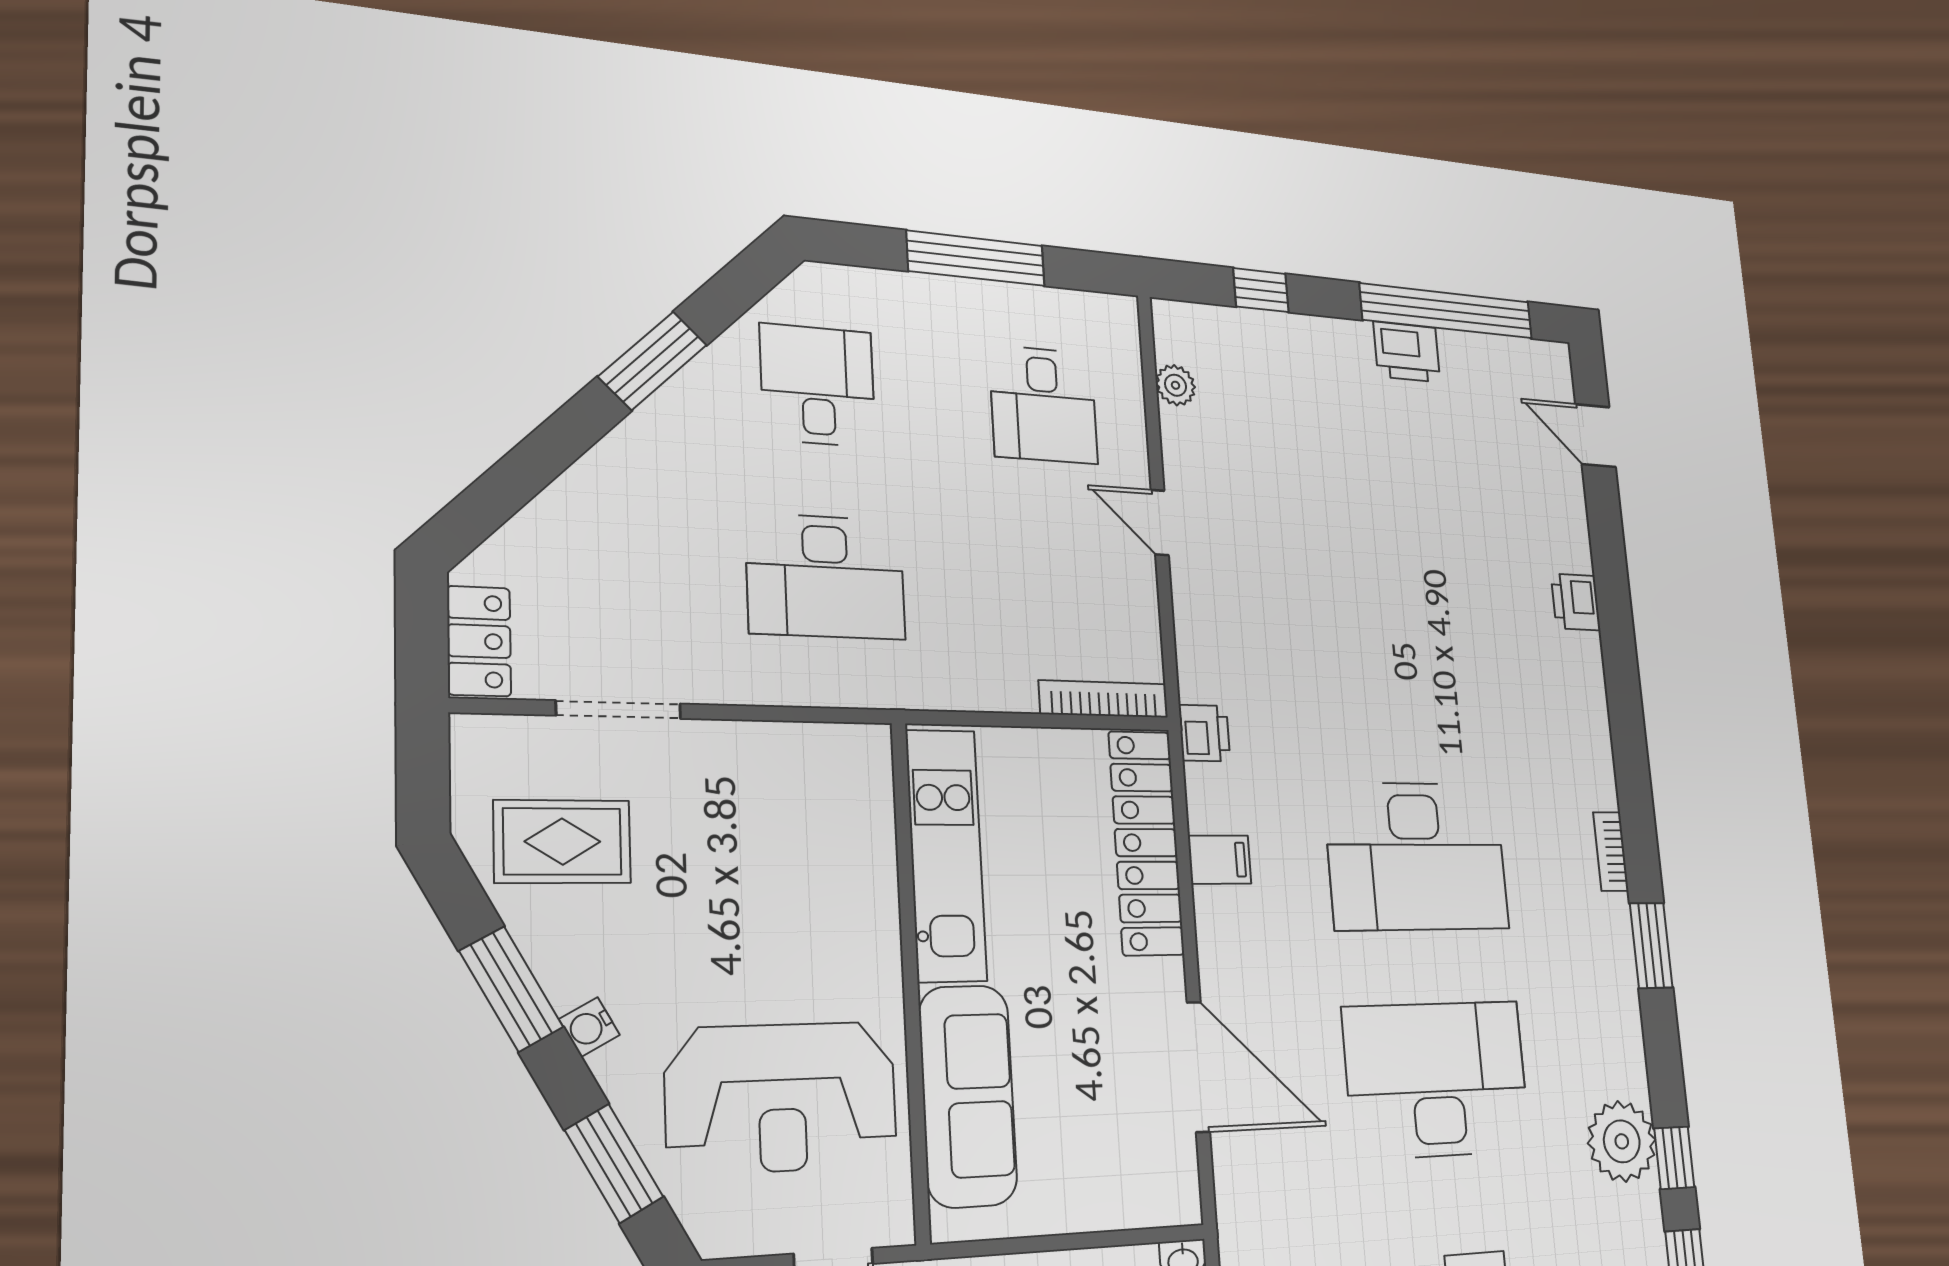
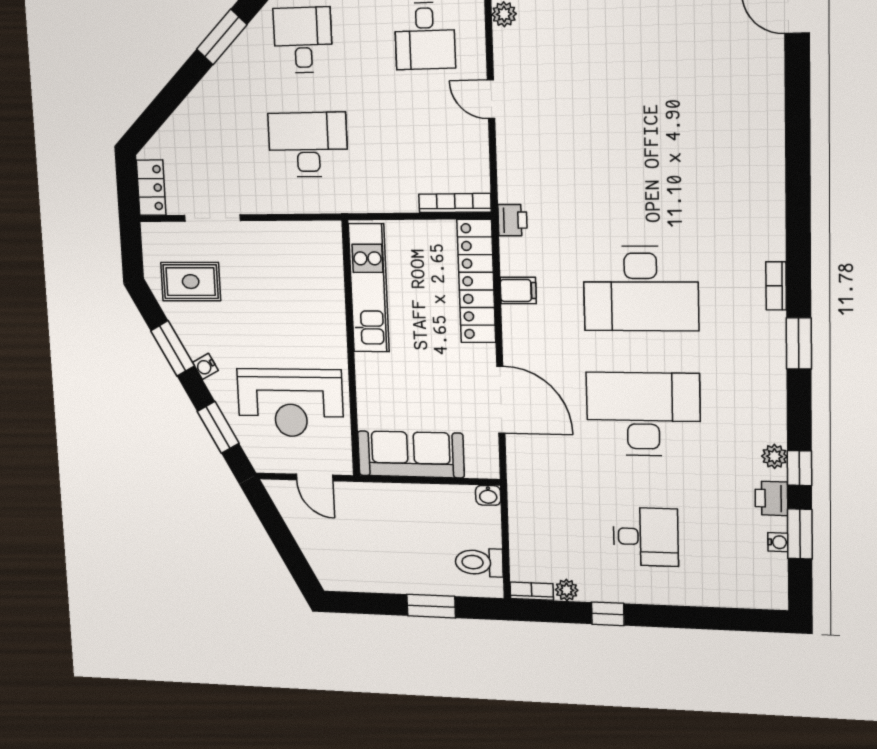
desk: (826, 577) -> (308, 145), turned 180
printer: (1576, 602) -> (771, 498), moved
sofa: (968, 1096) -> (411, 454), moved, turned -90
plant: (1622, 1141) -> (774, 456), width x0.53, depth x0.53

